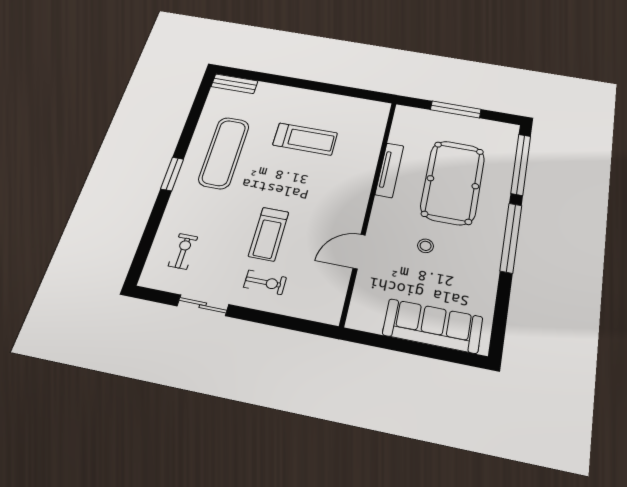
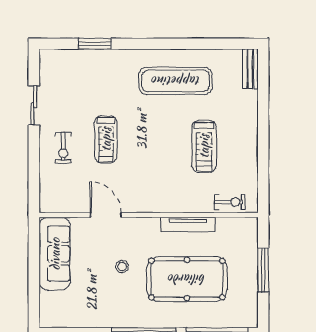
window: (172, 174) -> (95, 44), moved
treadmill: (269, 234) -> (106, 139), turned -90
exercise bike: (183, 251) -> (230, 202), moved
sofa: (433, 326) -> (55, 254), moved

